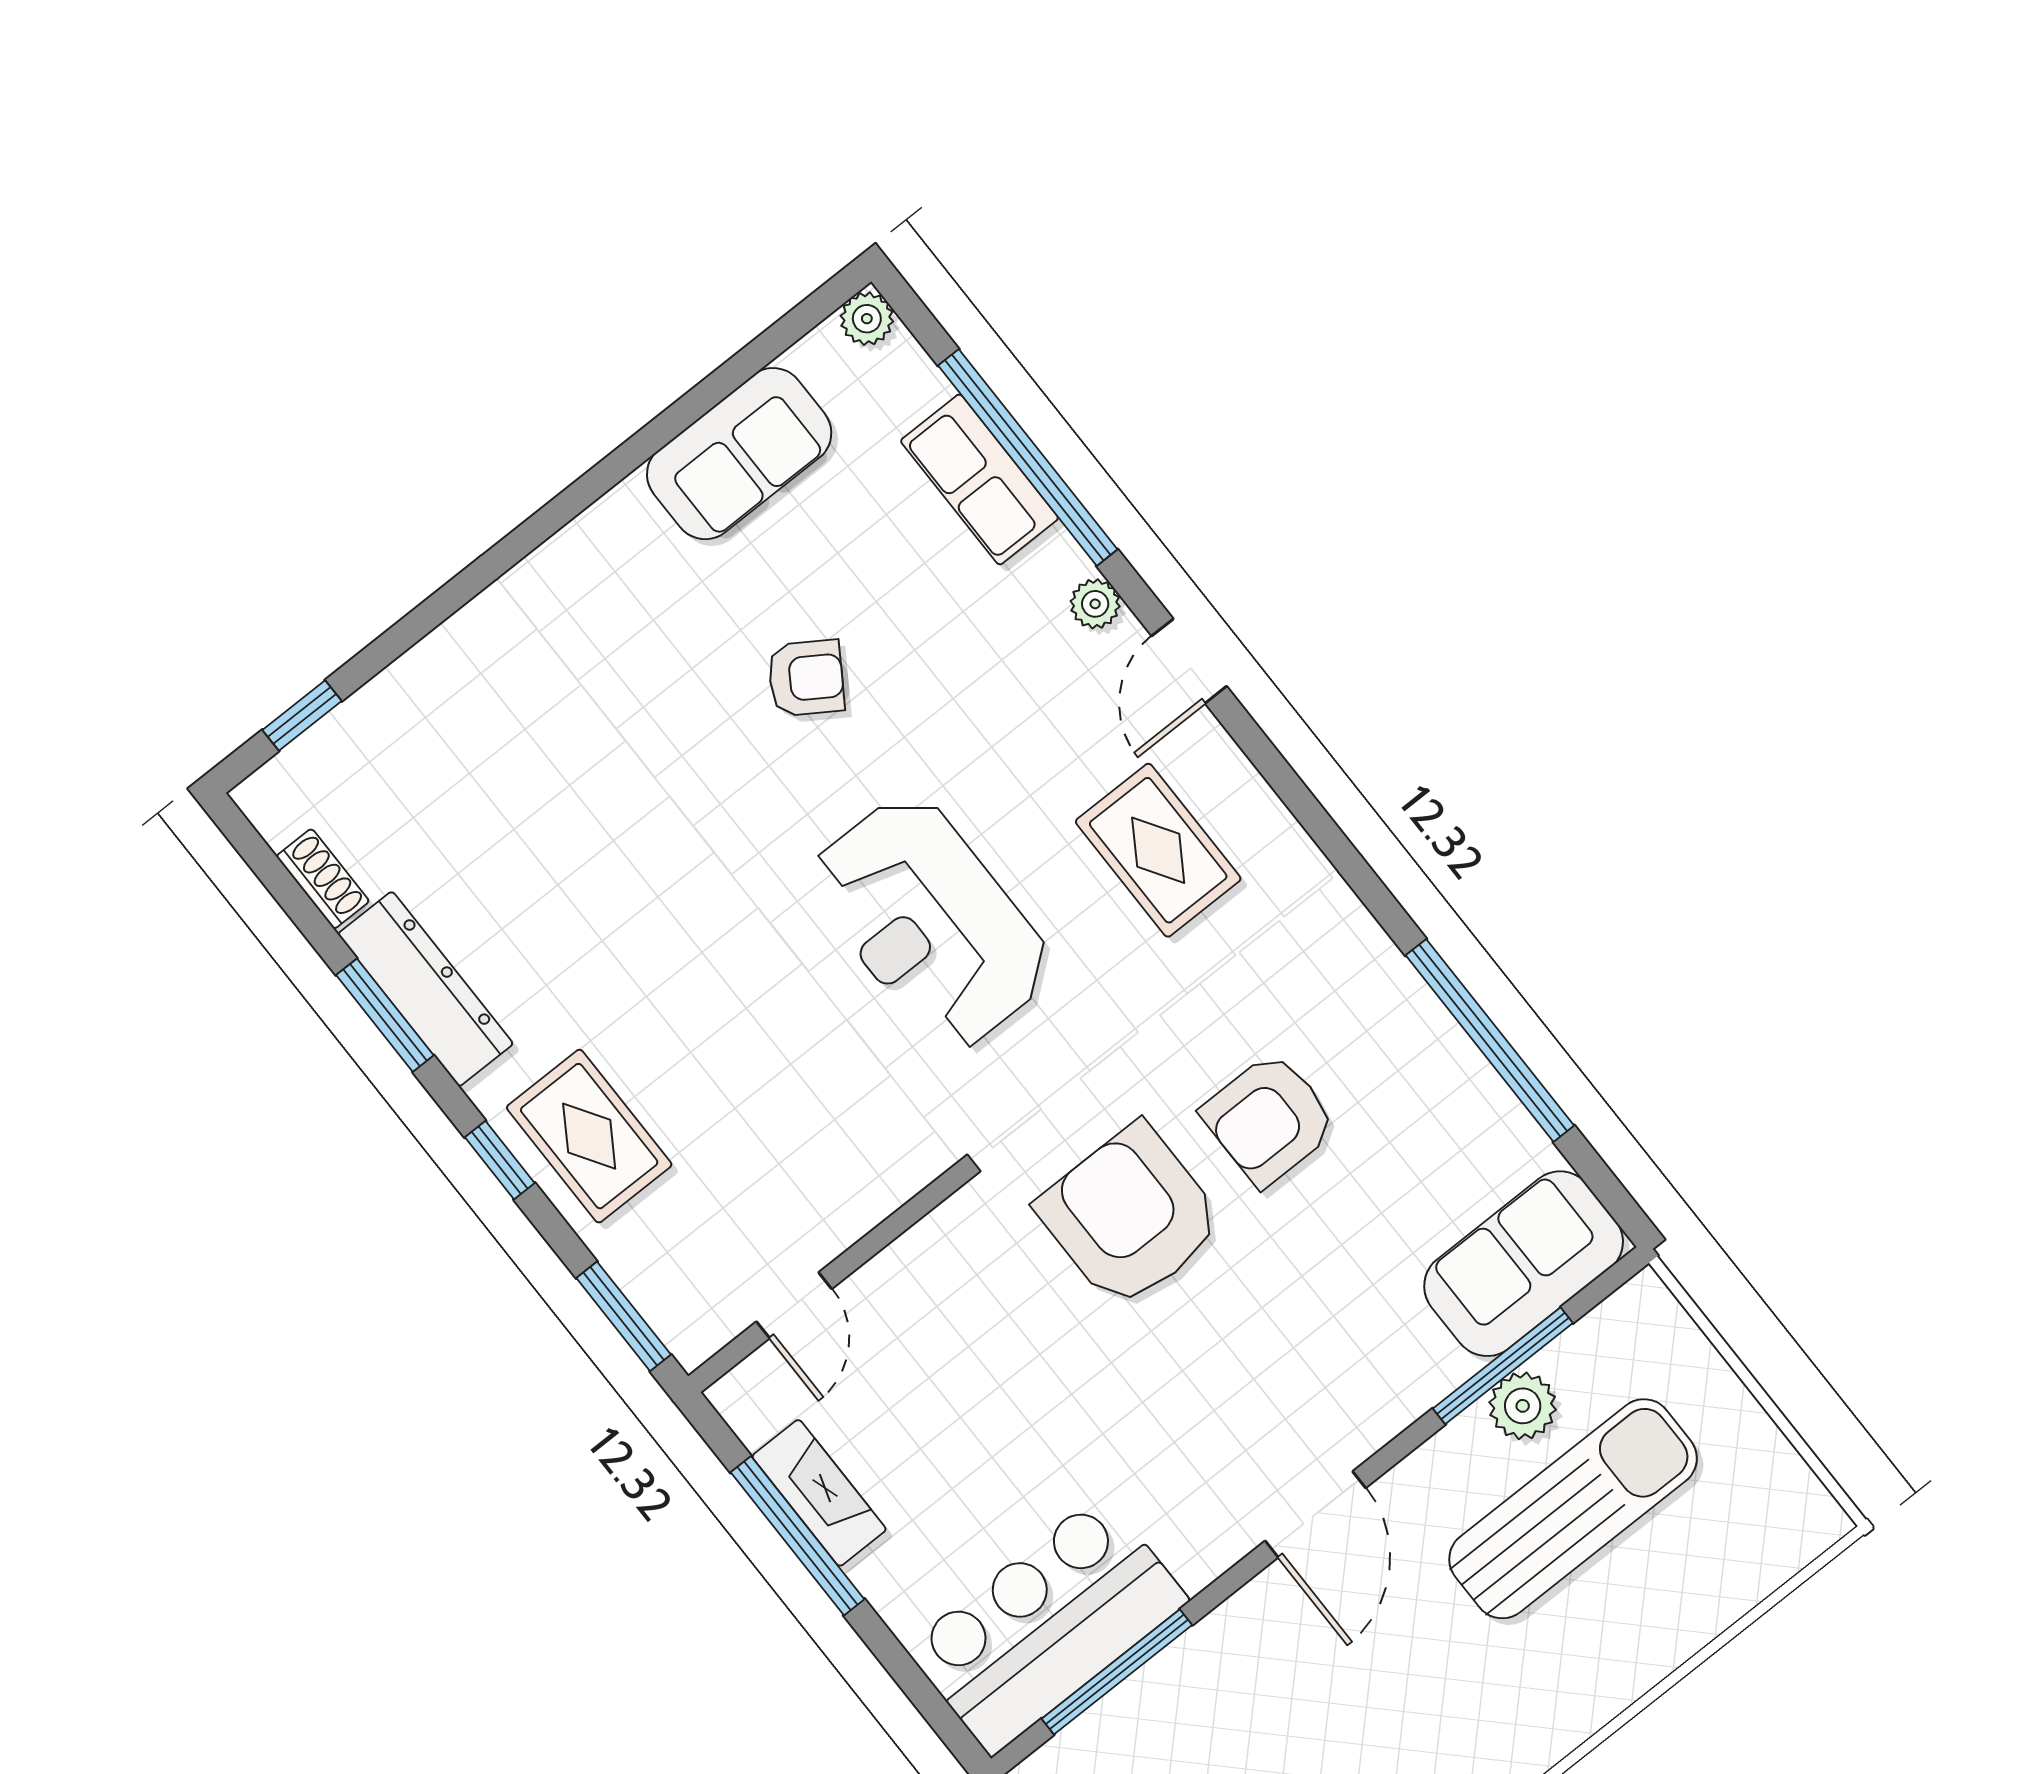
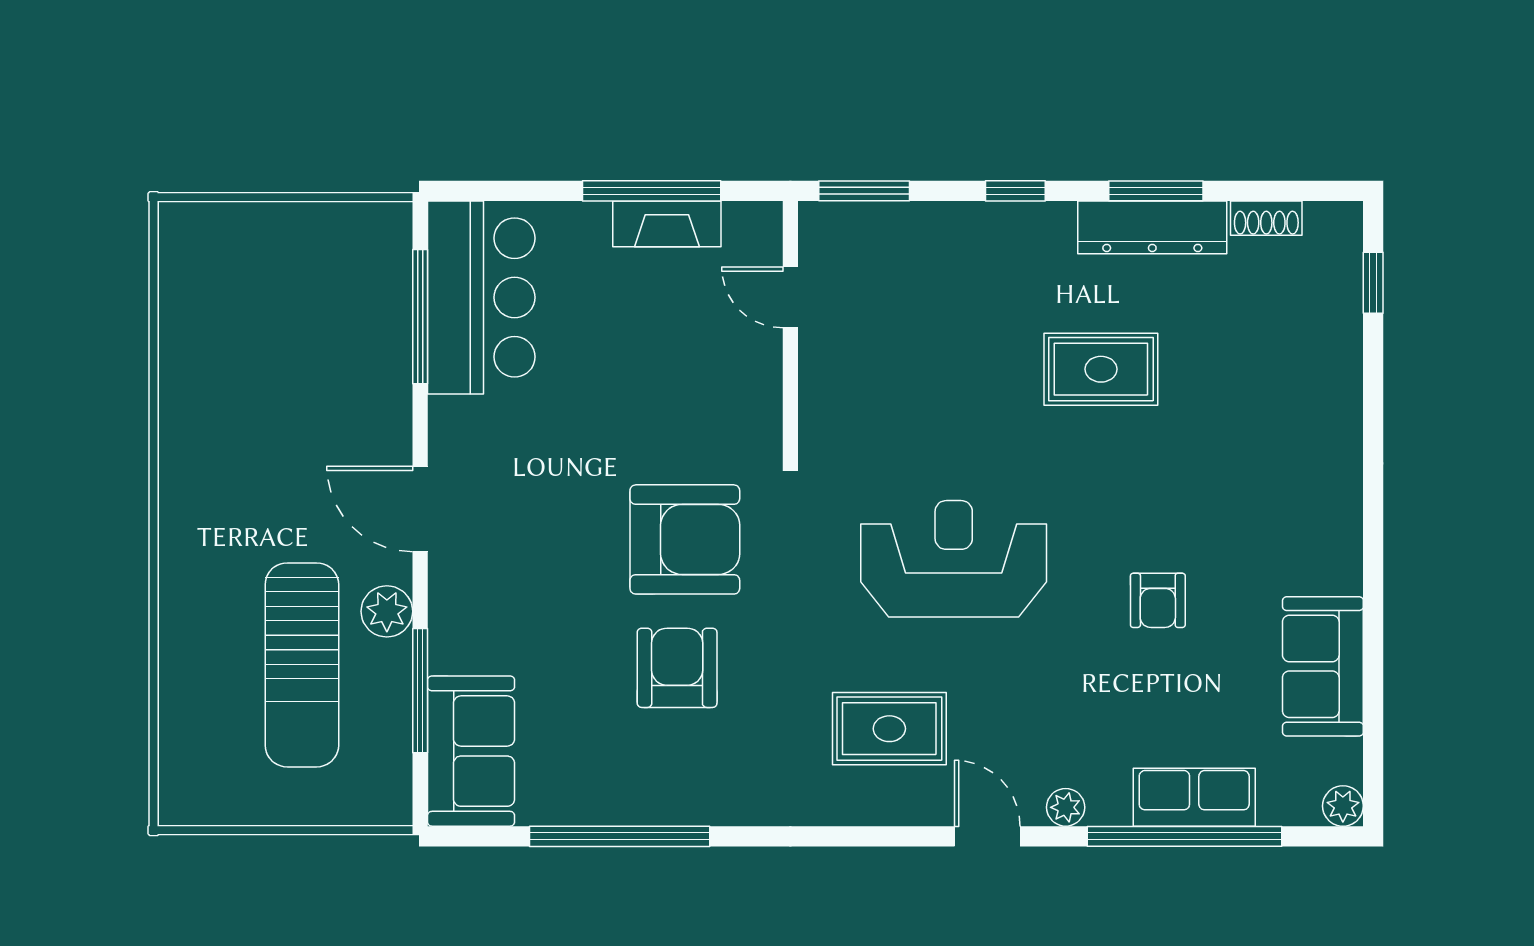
armchair: (806, 678) -> (1158, 600), turned -33
rug: (589, 1136) -> (1101, 369), moved
plant: (1523, 1406) -> (387, 611), moved

